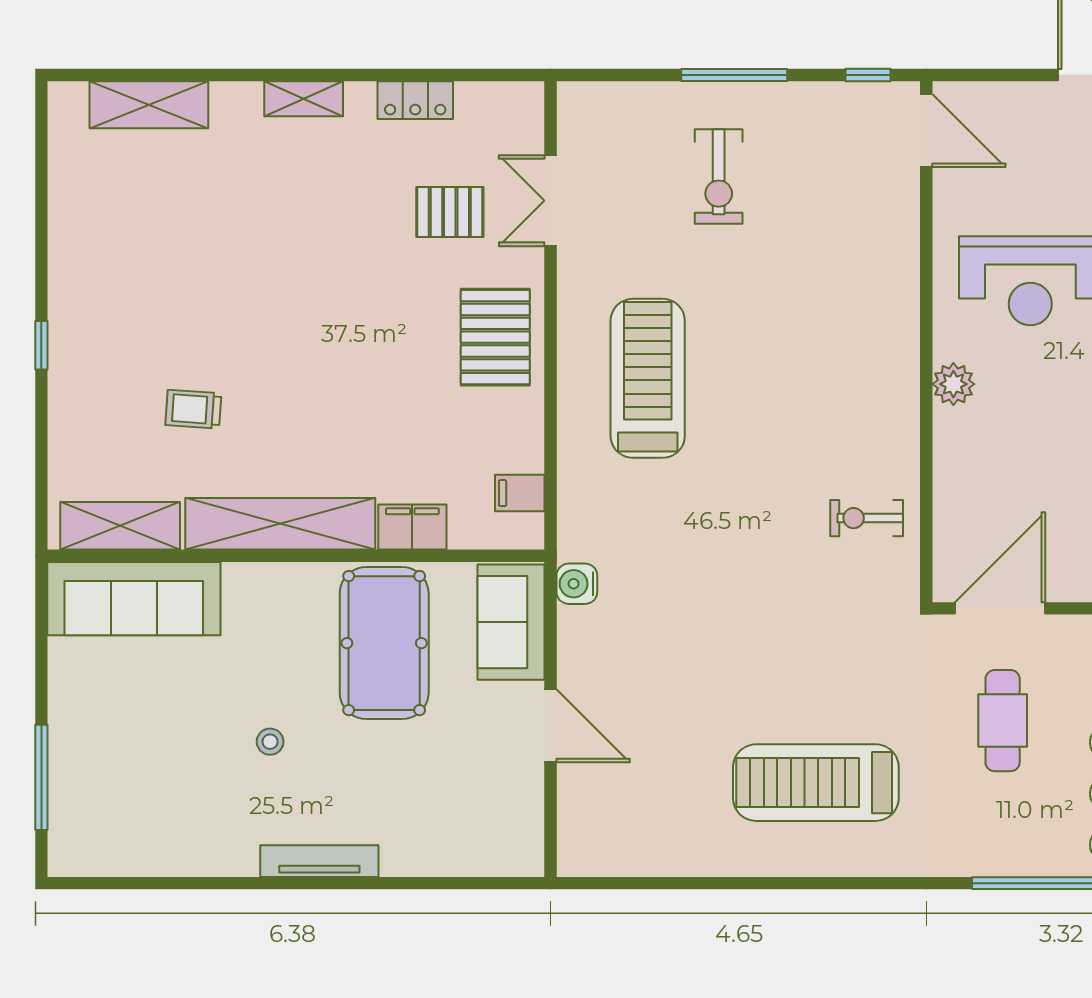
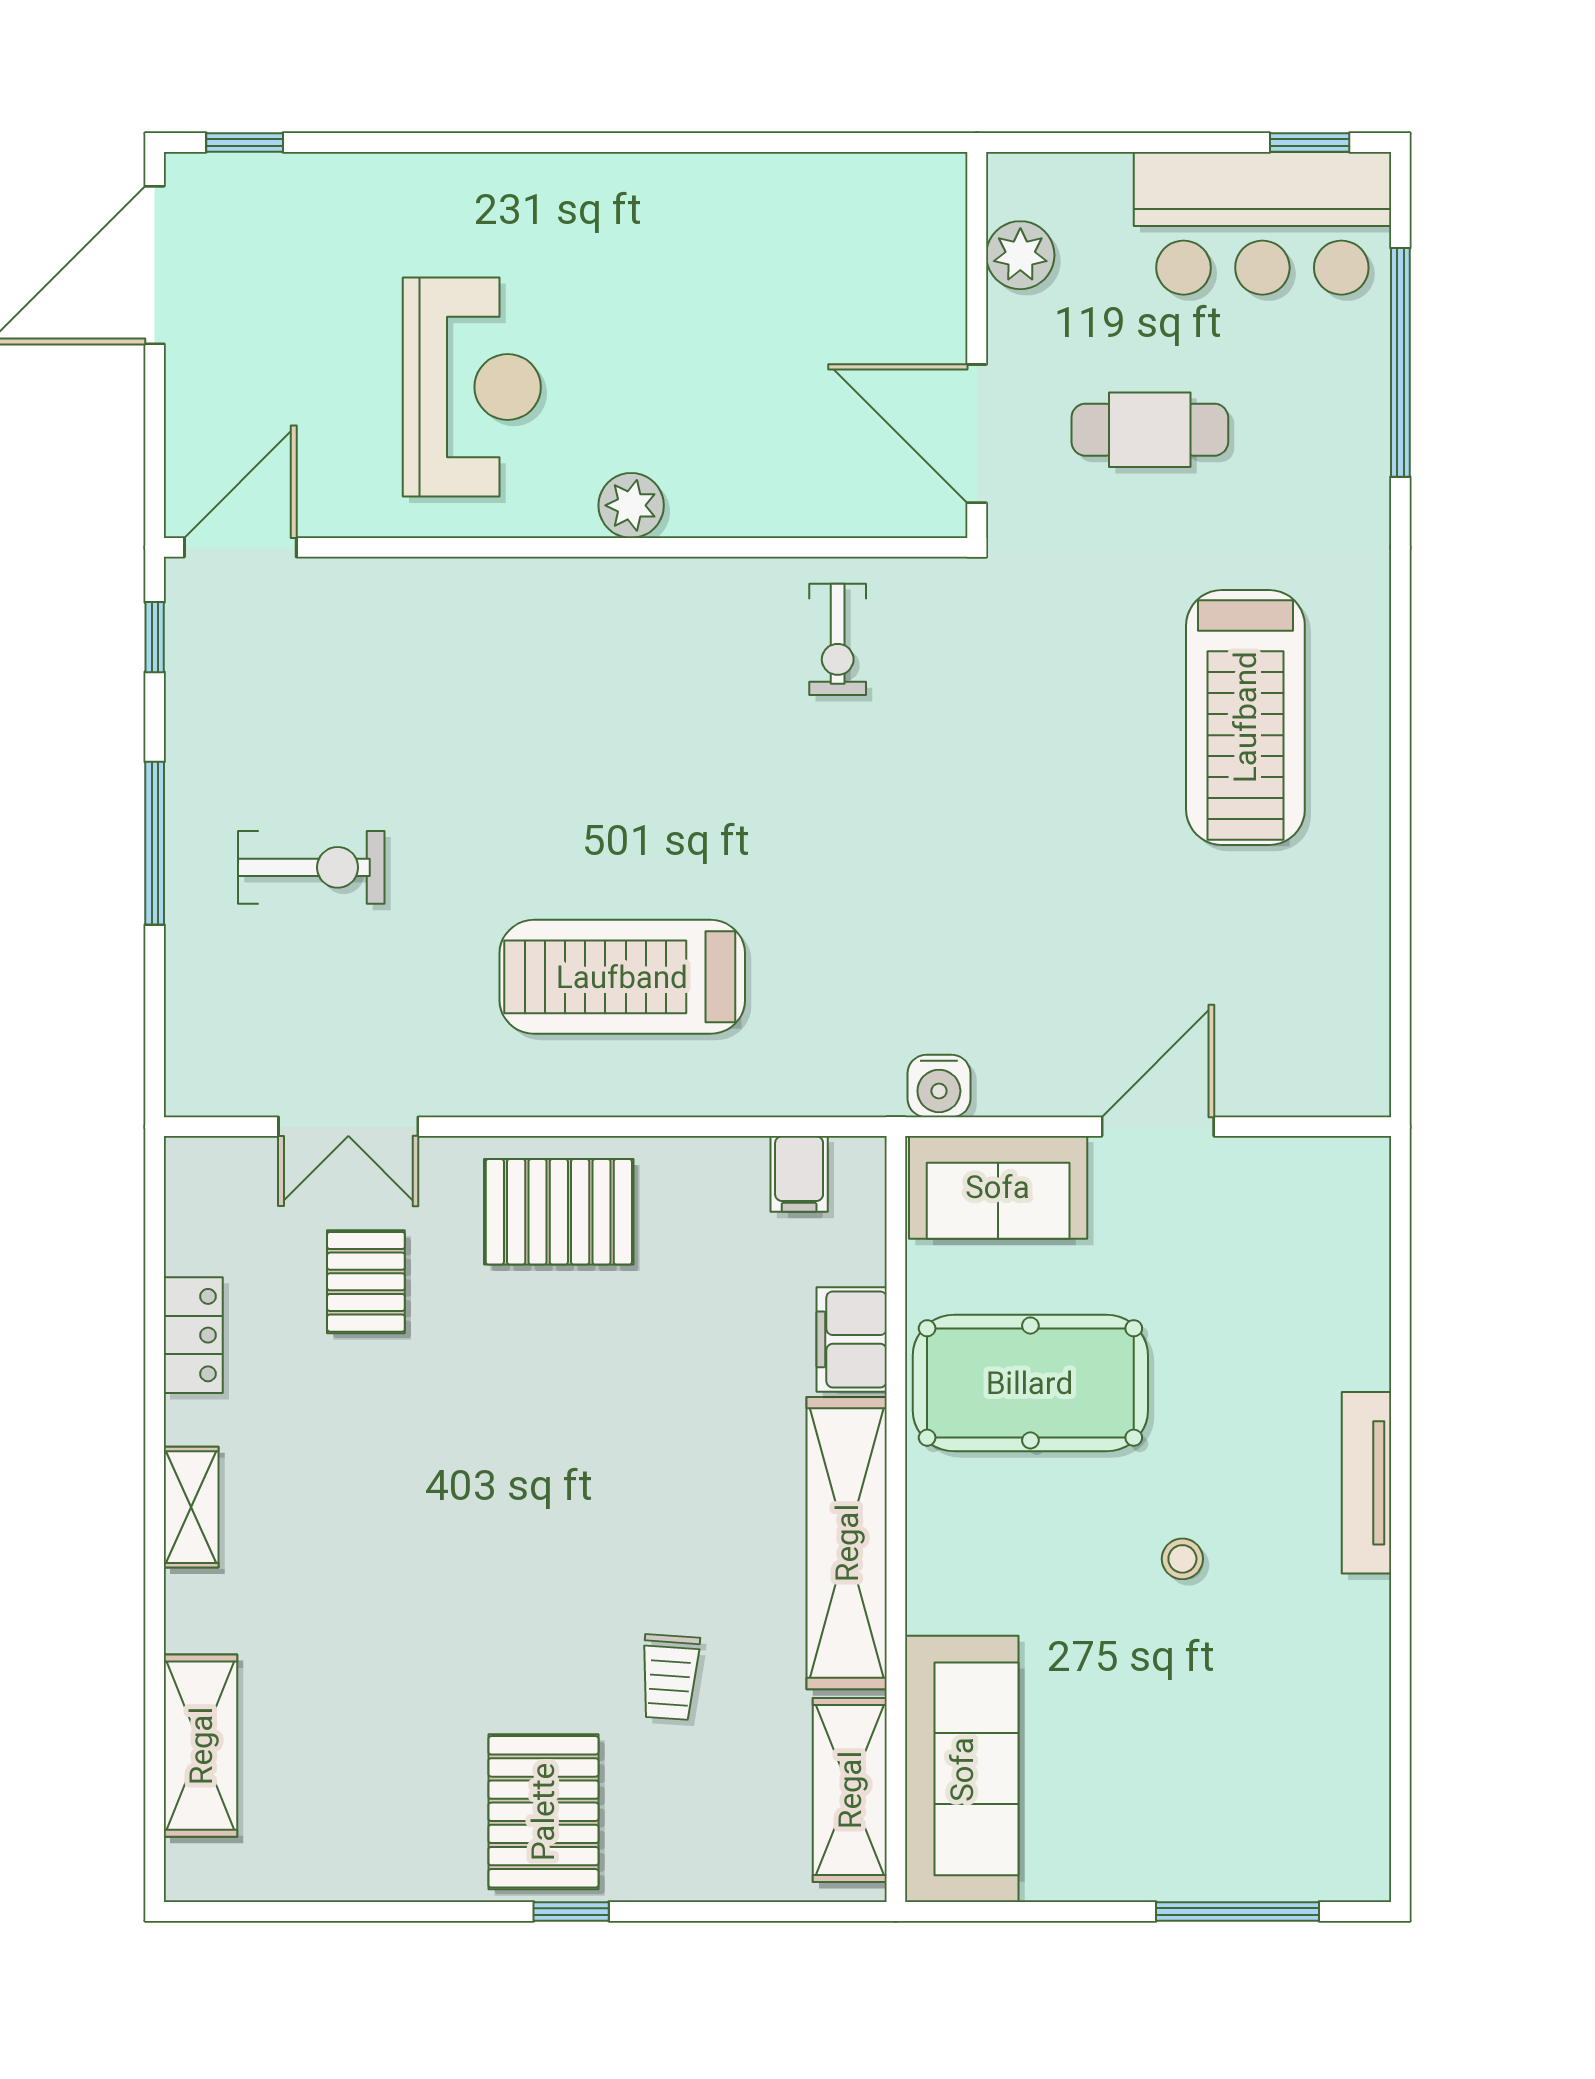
pallet: (106, 327) -> (543, 1812), added

